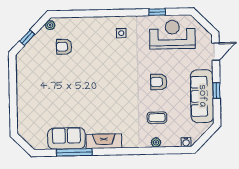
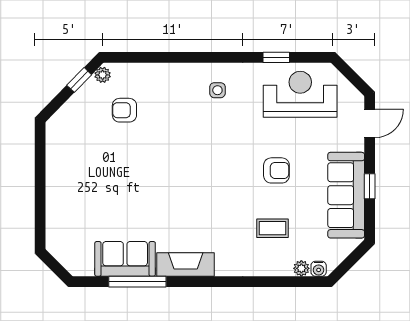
window: (27, 38) -> (79, 80), moved
armchair: (159, 82) -> (276, 170), turned 180
plant: (156, 142) -> (301, 268), moved

